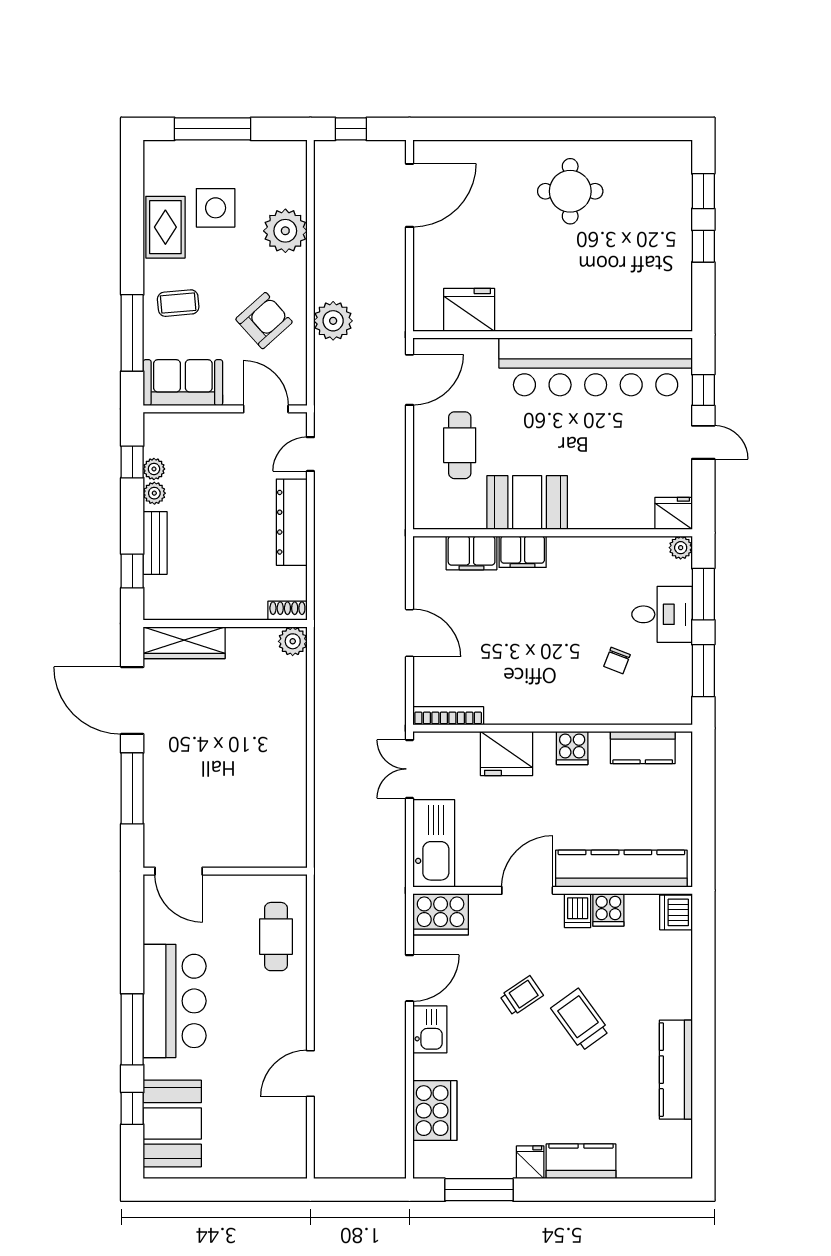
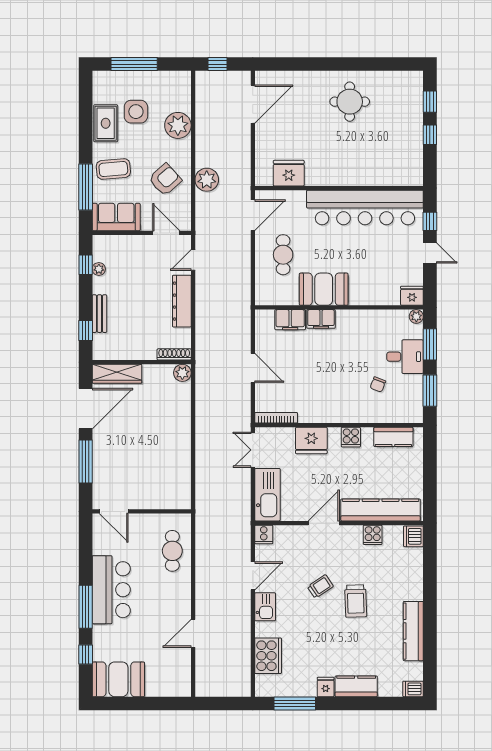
coffee table: (178, 303) -> (113, 169), width x1.36, depth x1.30
plant: (154, 493) -> (99, 284), removed
shoe rack: (287, 611) -> (174, 354), width x1.43
door: (132, 701) -> (86, 409), swing flipped
dishwasher: (578, 911) -> (413, 689), moved, turned 90
cooker: (441, 914) -> (264, 534), width x0.53, depth x0.76
trolley: (580, 1020) -> (356, 601), turned -146
booth: (172, 1123) -> (118, 679), moved, turned 90

